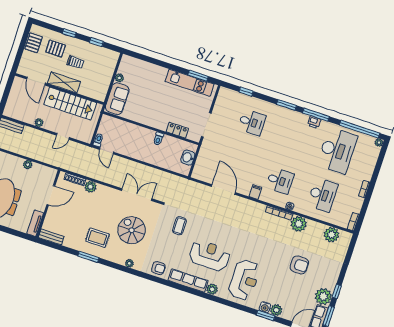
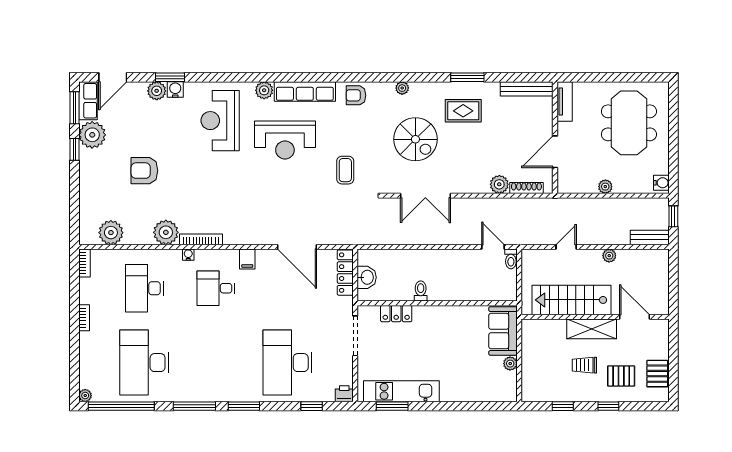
desk: (252, 122) -> (288, 363), width x1.87, depth x1.30
printer: (314, 122) -> (344, 394), moved
locker: (200, 165) -> (345, 273), added
bench: (51, 237) -> (527, 89), width x1.36

